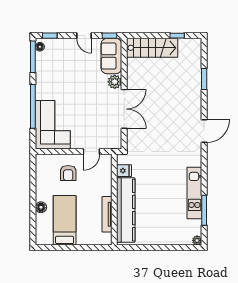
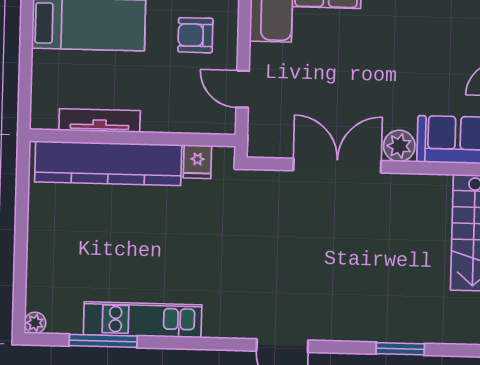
double door: (124, 109) -> (337, 166), swing flipped

